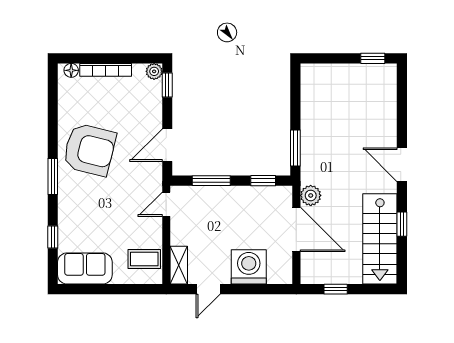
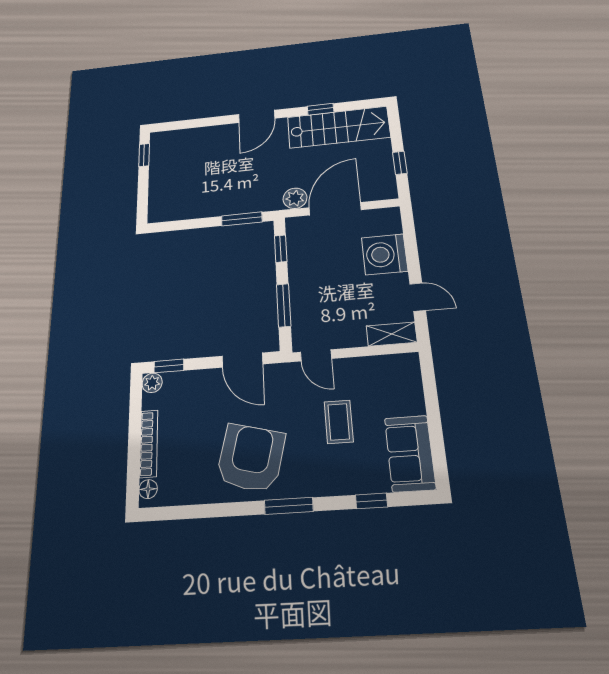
coffee table: (144, 259) -> (339, 422), moved

